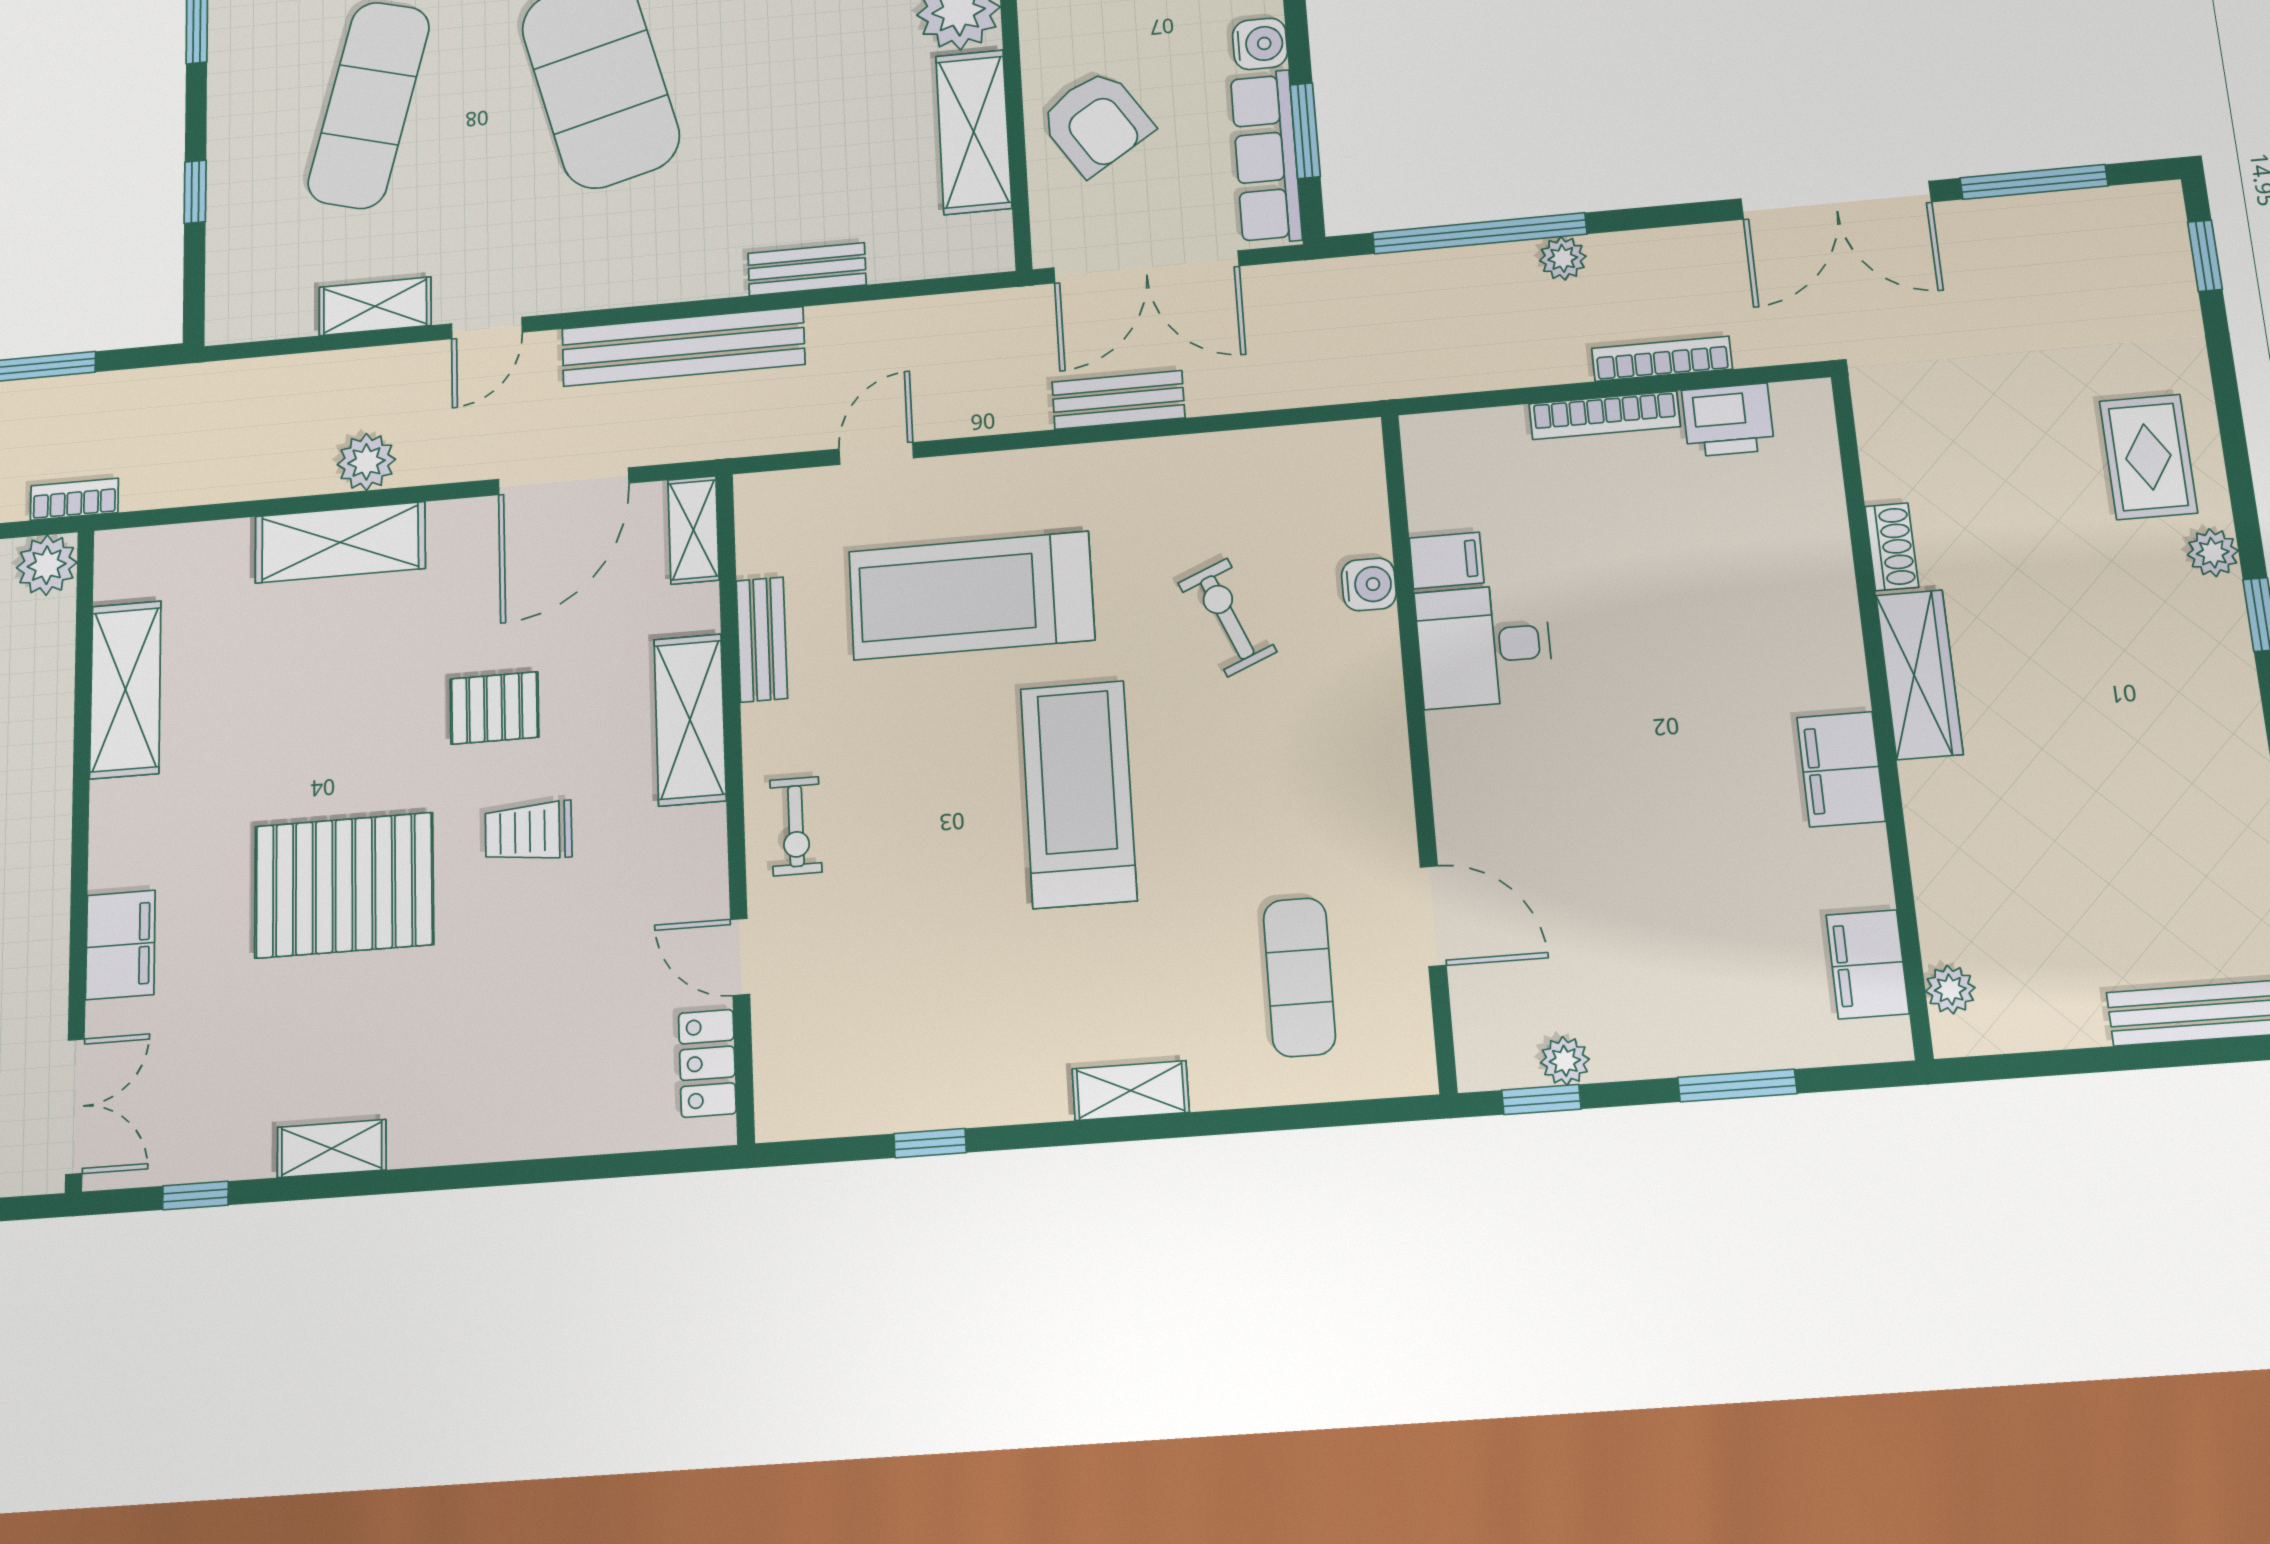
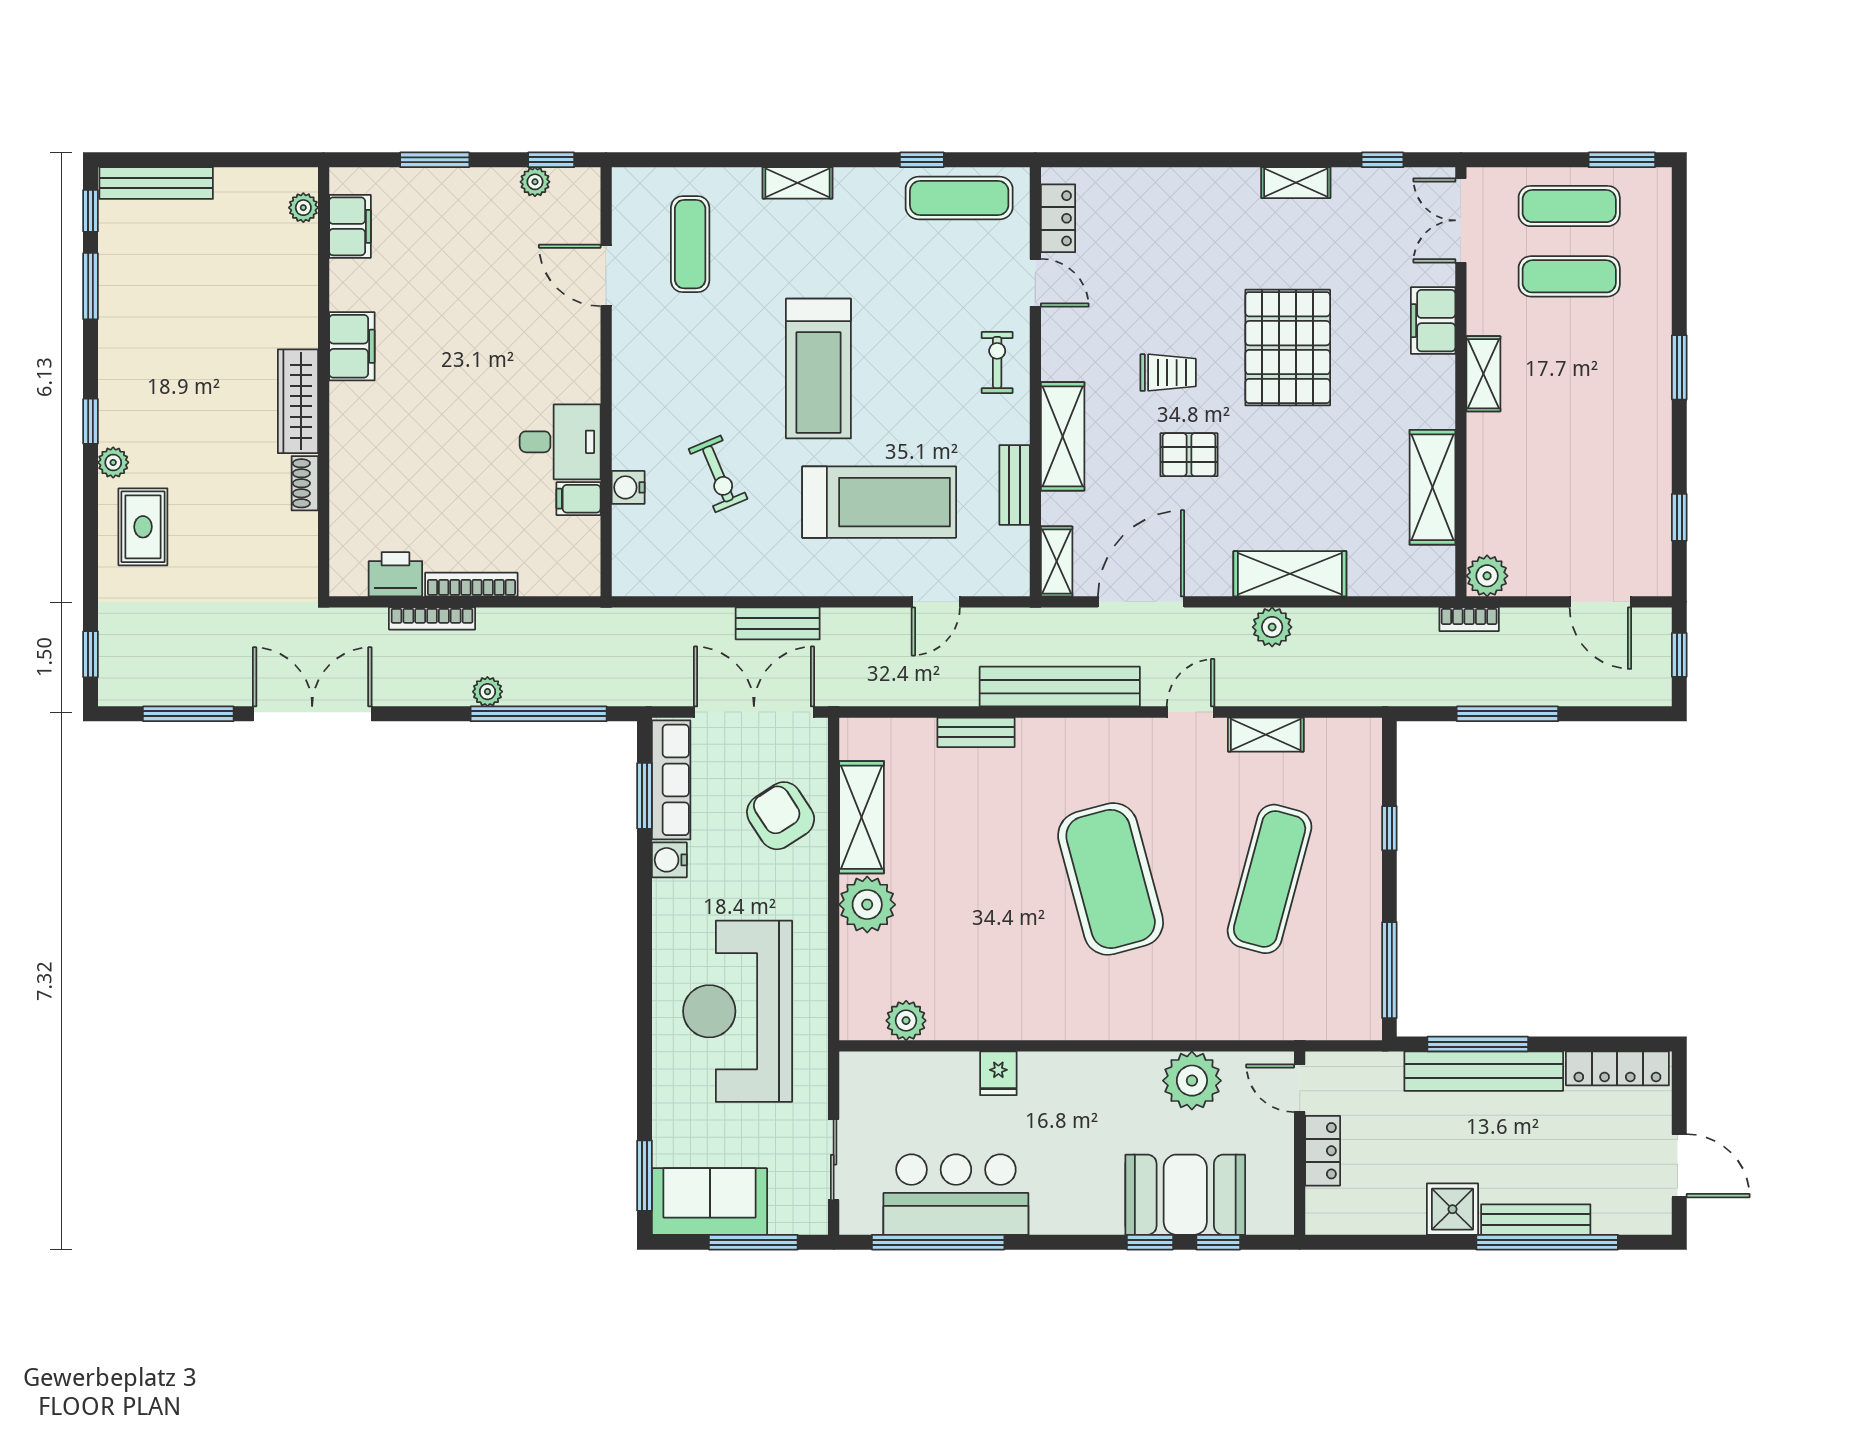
shelving: (46, 869) -> (1483, 374), added
pallet: (344, 885) -> (1288, 348), turned 90
exercise mat: (867, 1085) -> (959, 198), added

